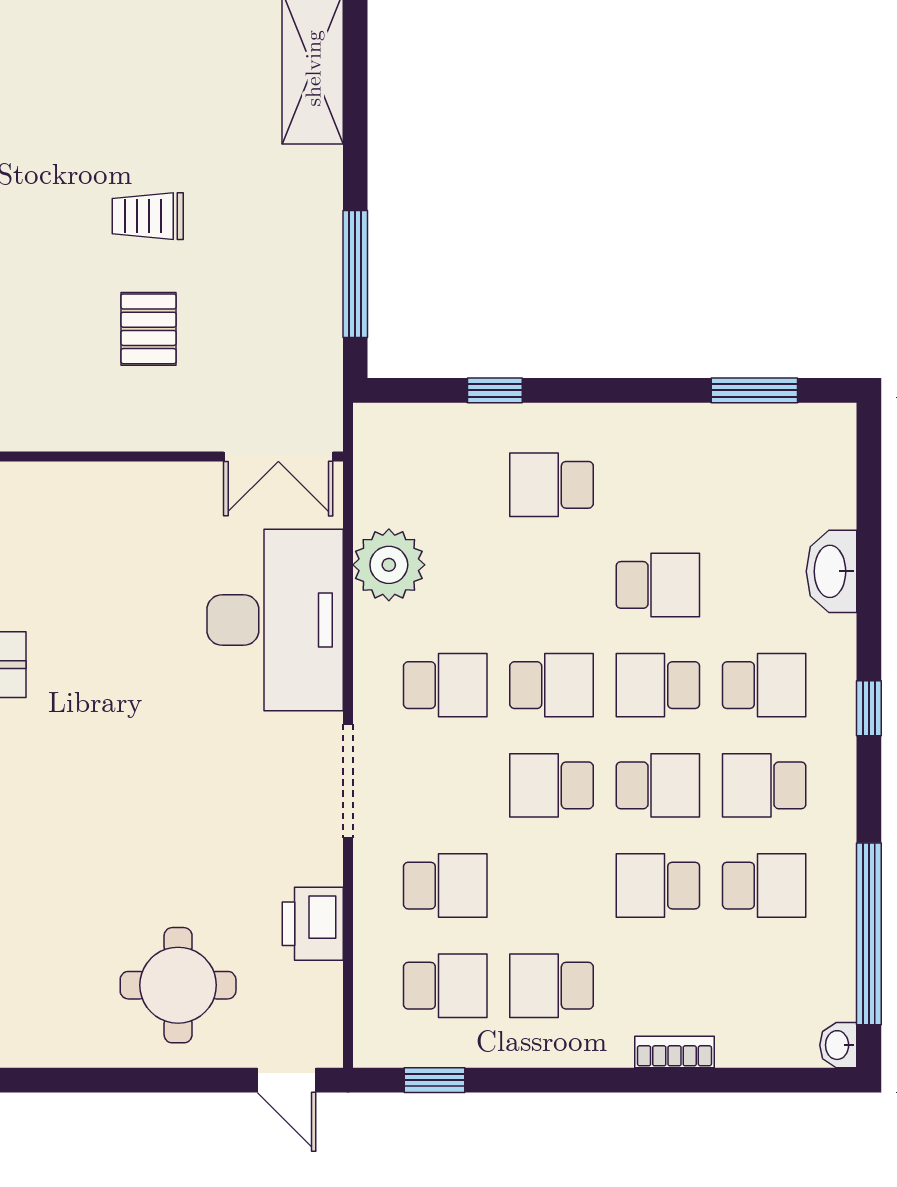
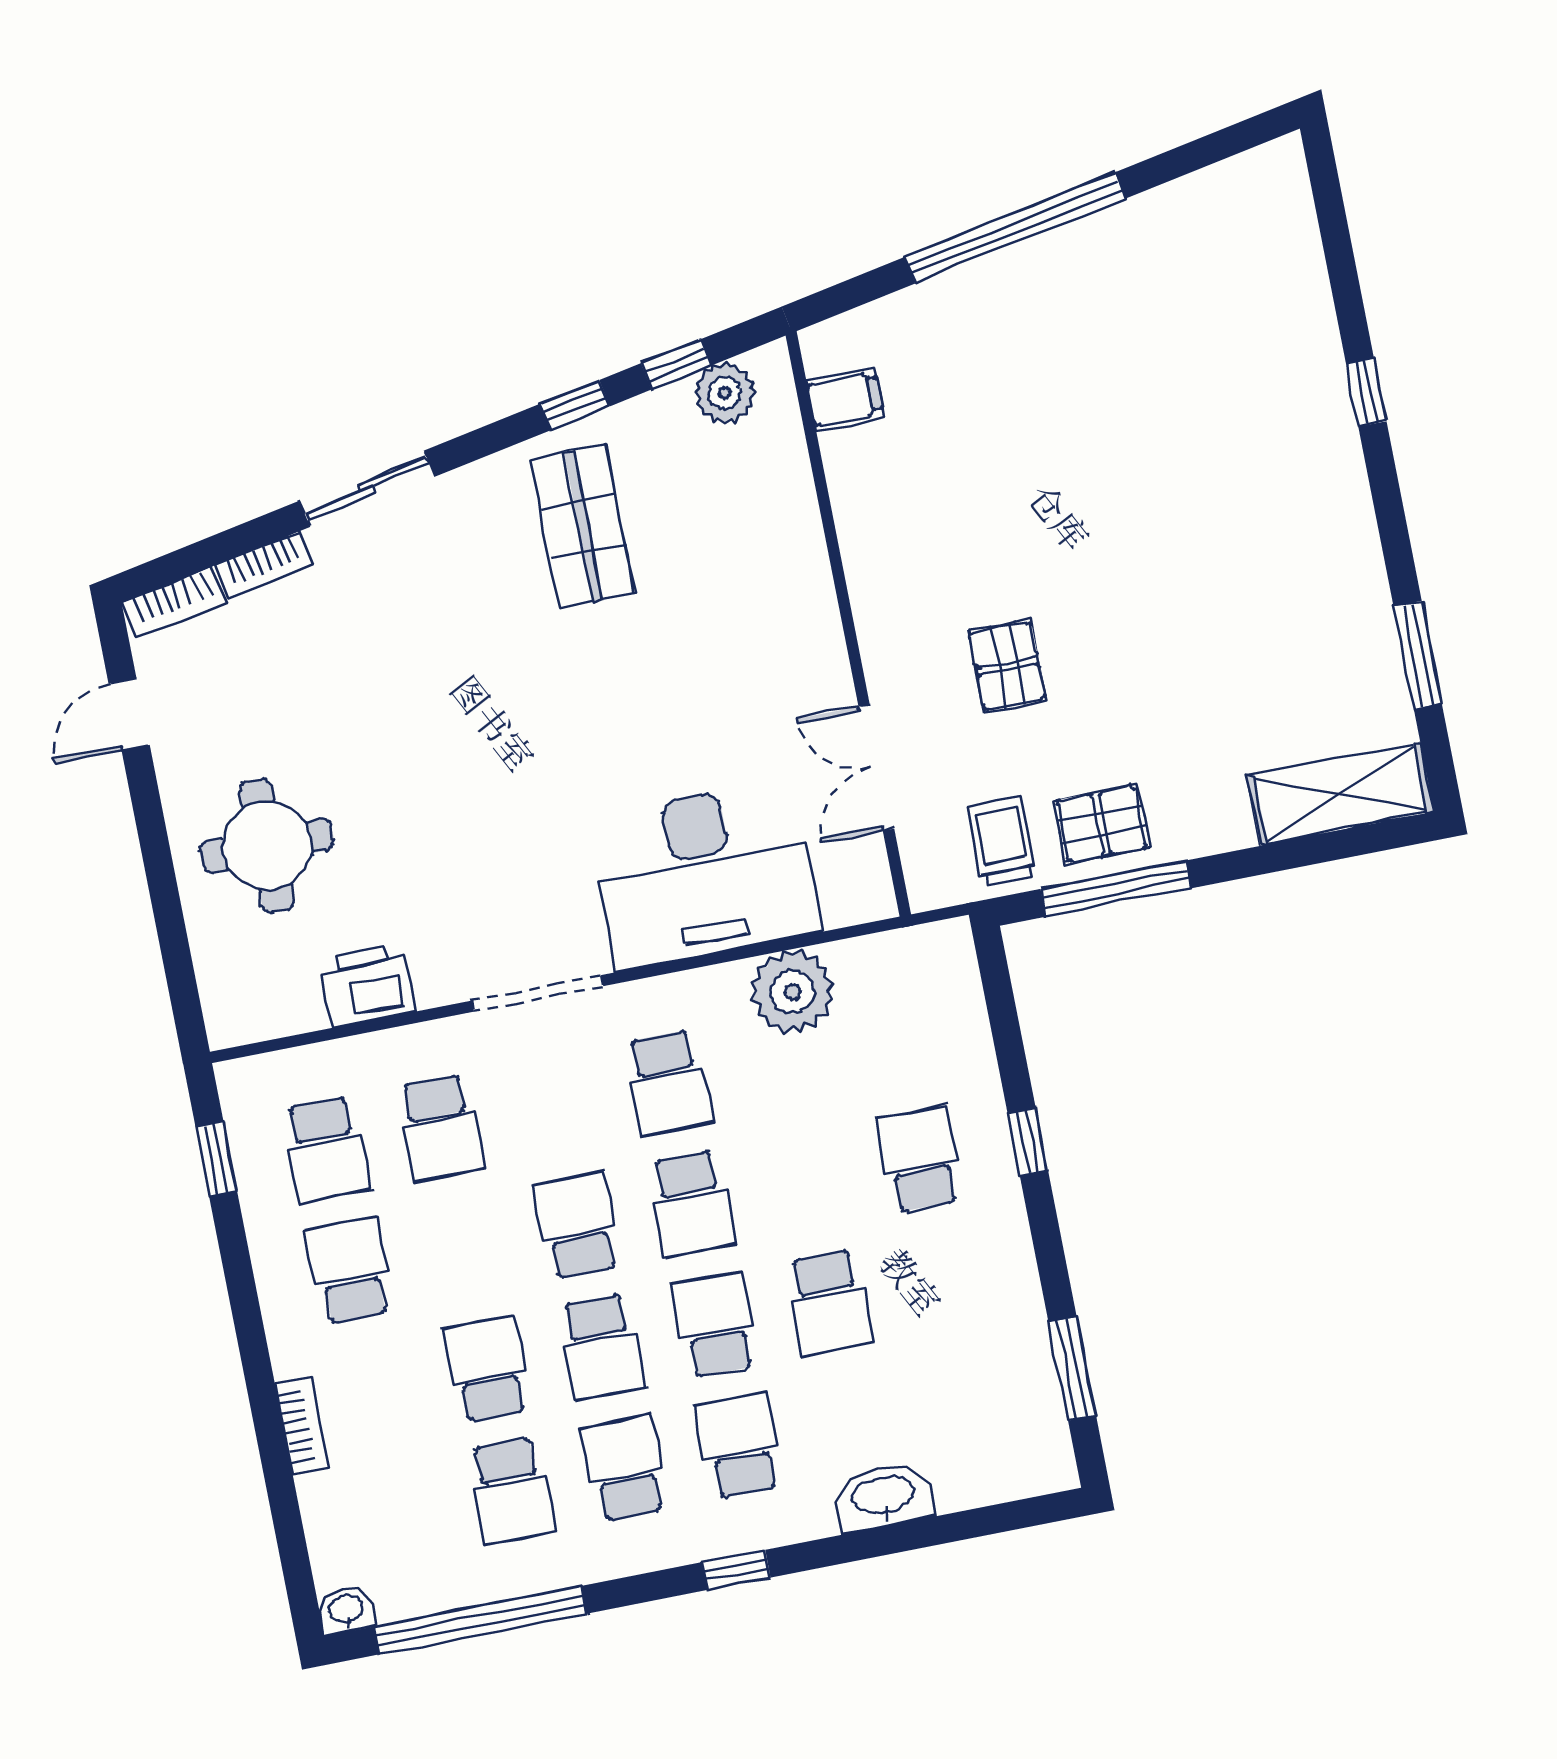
trolley: (148, 216) -> (1002, 842), moved
pallet: (298, 275) -> (1101, 824), added
pallet: (149, 329) -> (1007, 666), turned 90
window: (495, 390) -> (1028, 1142), moved
double door: (278, 456) -> (876, 768), moved
school desk: (764, 685) -> (739, 1446), turned 180
door: (286, 1080) -> (129, 714), moved

